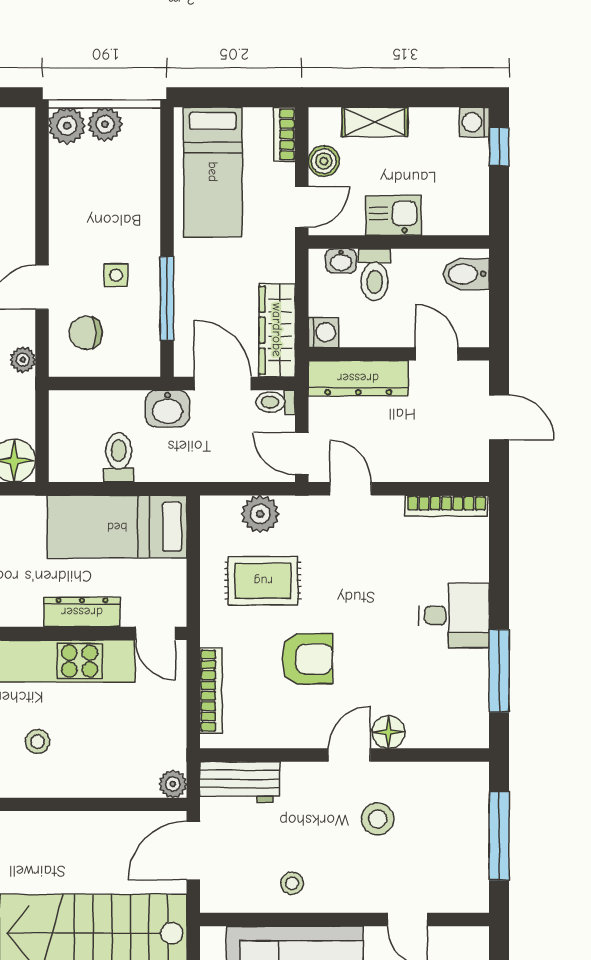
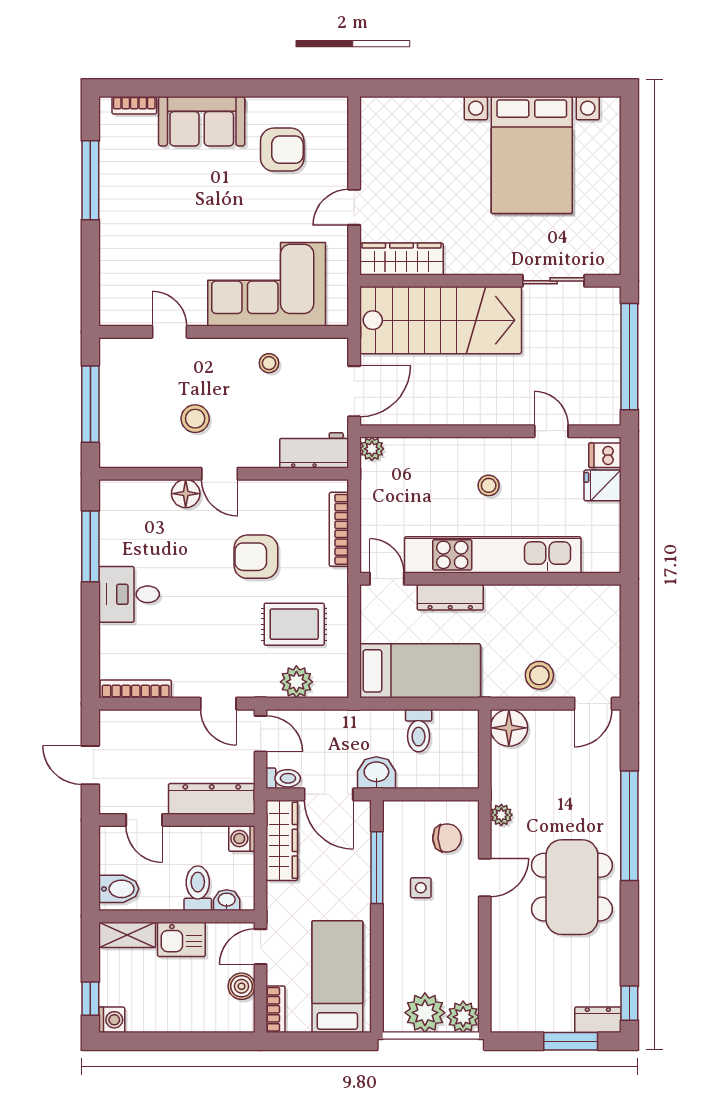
shelving: (375, 122) -> (127, 935), moved
plant: (105, 124) -> (425, 1013), width x1.36, depth x1.36
door: (349, 755) -> (220, 474), hinge flipped

